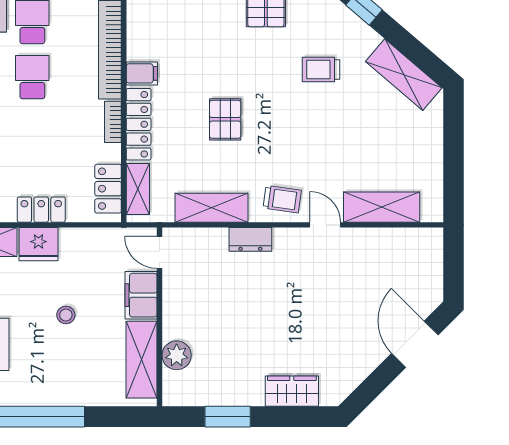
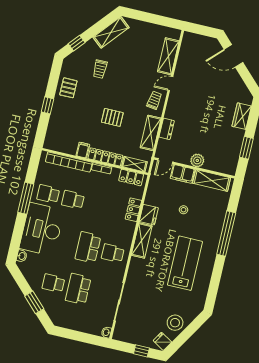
dresser: (250, 239) -> (167, 129), moved
plant: (177, 355) -> (197, 160), moved

